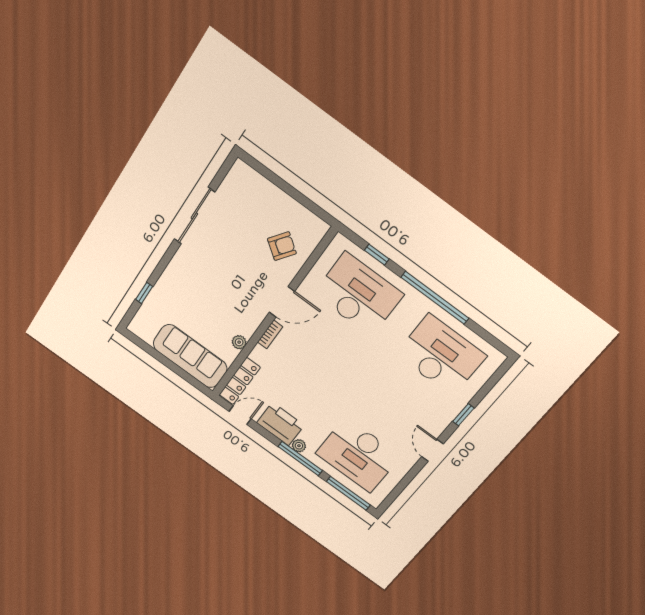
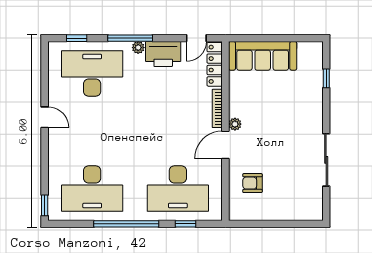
armchair: (282, 246) -> (252, 183), turned 54
bookcase: (270, 334) -> (217, 108), width x1.56
plant: (239, 342) -> (235, 124), moved
window: (463, 415) -> (45, 205), moved
window: (348, 493) -> (77, 38), width x0.46

